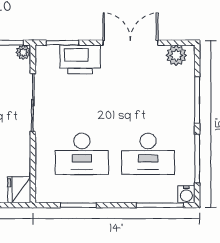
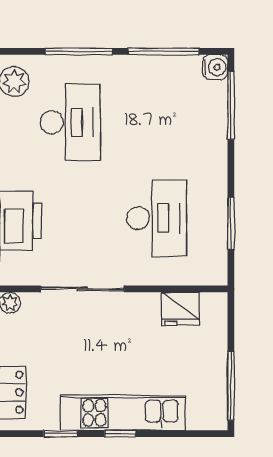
desk: (148, 154) -> (70, 122), moved
fridge: (19, 190) -> (181, 309), moved

